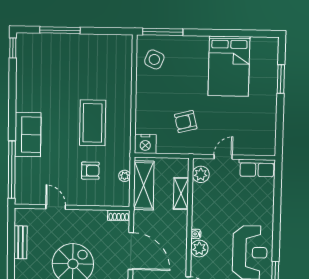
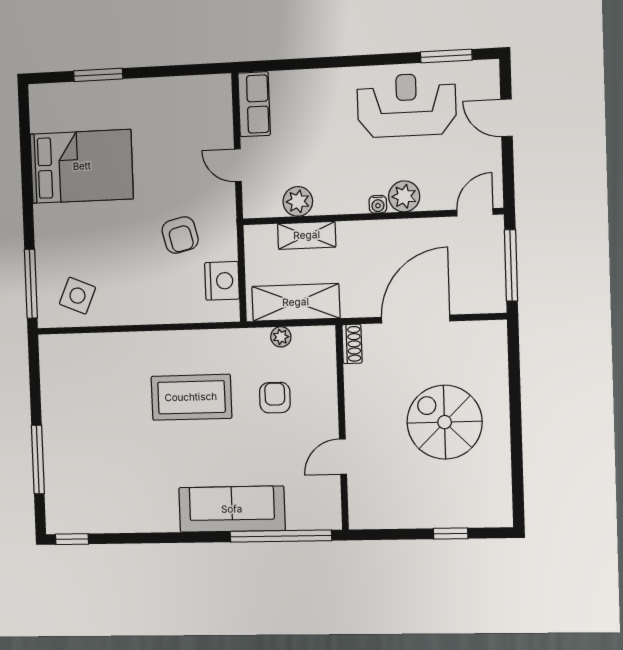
sofa: (28, 135) -> (232, 509), width x1.36
nightstand: (145, 144) -> (222, 281), moved
plant: (201, 174) -> (298, 201), moved
bench: (20, 242) -> (410, 517), removed
window: (11, 264) -> (451, 534), added

